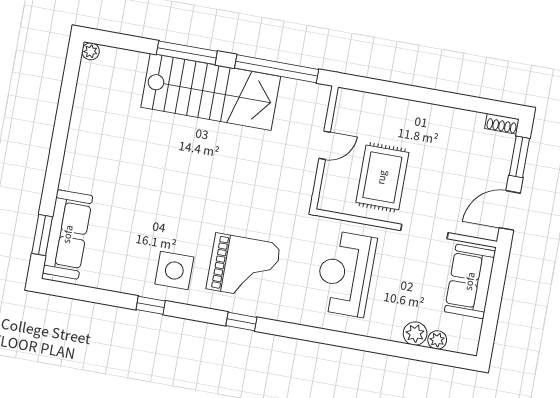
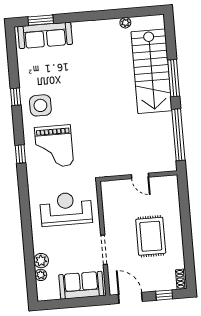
plant: (91, 51) -> (125, 23), moved
stairs: (211, 92) -> (152, 71), moved
window: (519, 157) -> (164, 295), width x0.67
rug: (382, 177) -> (151, 236), moved, turned 90

